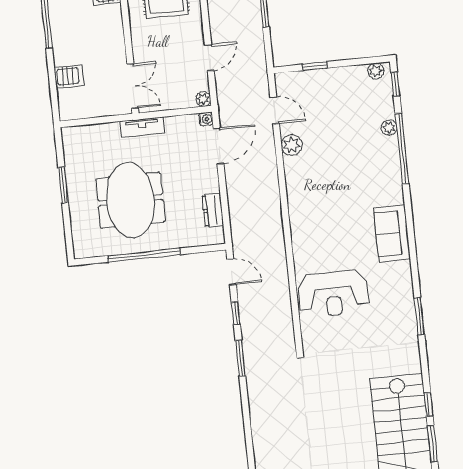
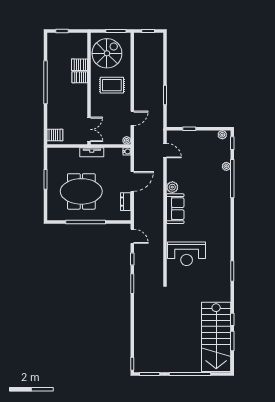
server rack: (69, 76) -> (55, 135), moved
plant: (292, 145) -> (172, 187), moved
door: (219, 146) -> (132, 181), moved
meeting table: (130, 200) -> (81, 191), turned 90
sofa: (392, 233) -> (175, 209), moved, turned 180

